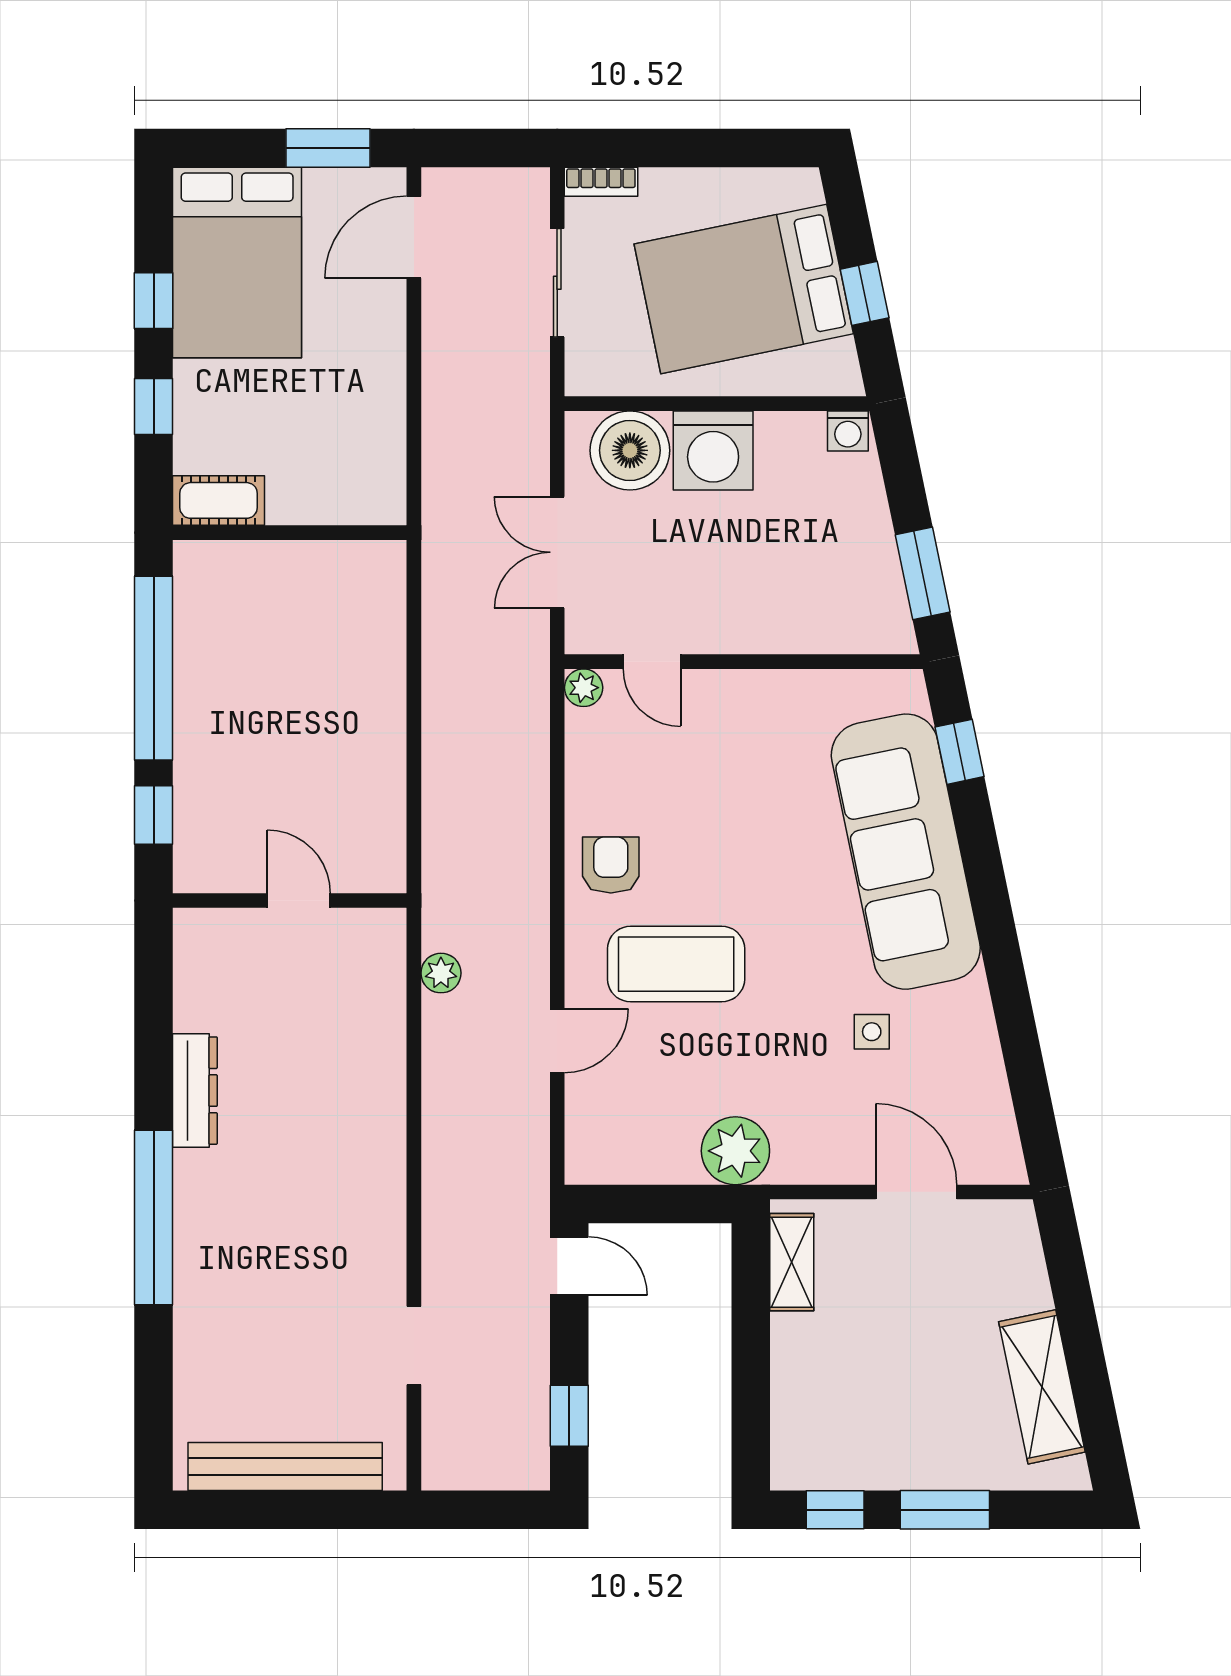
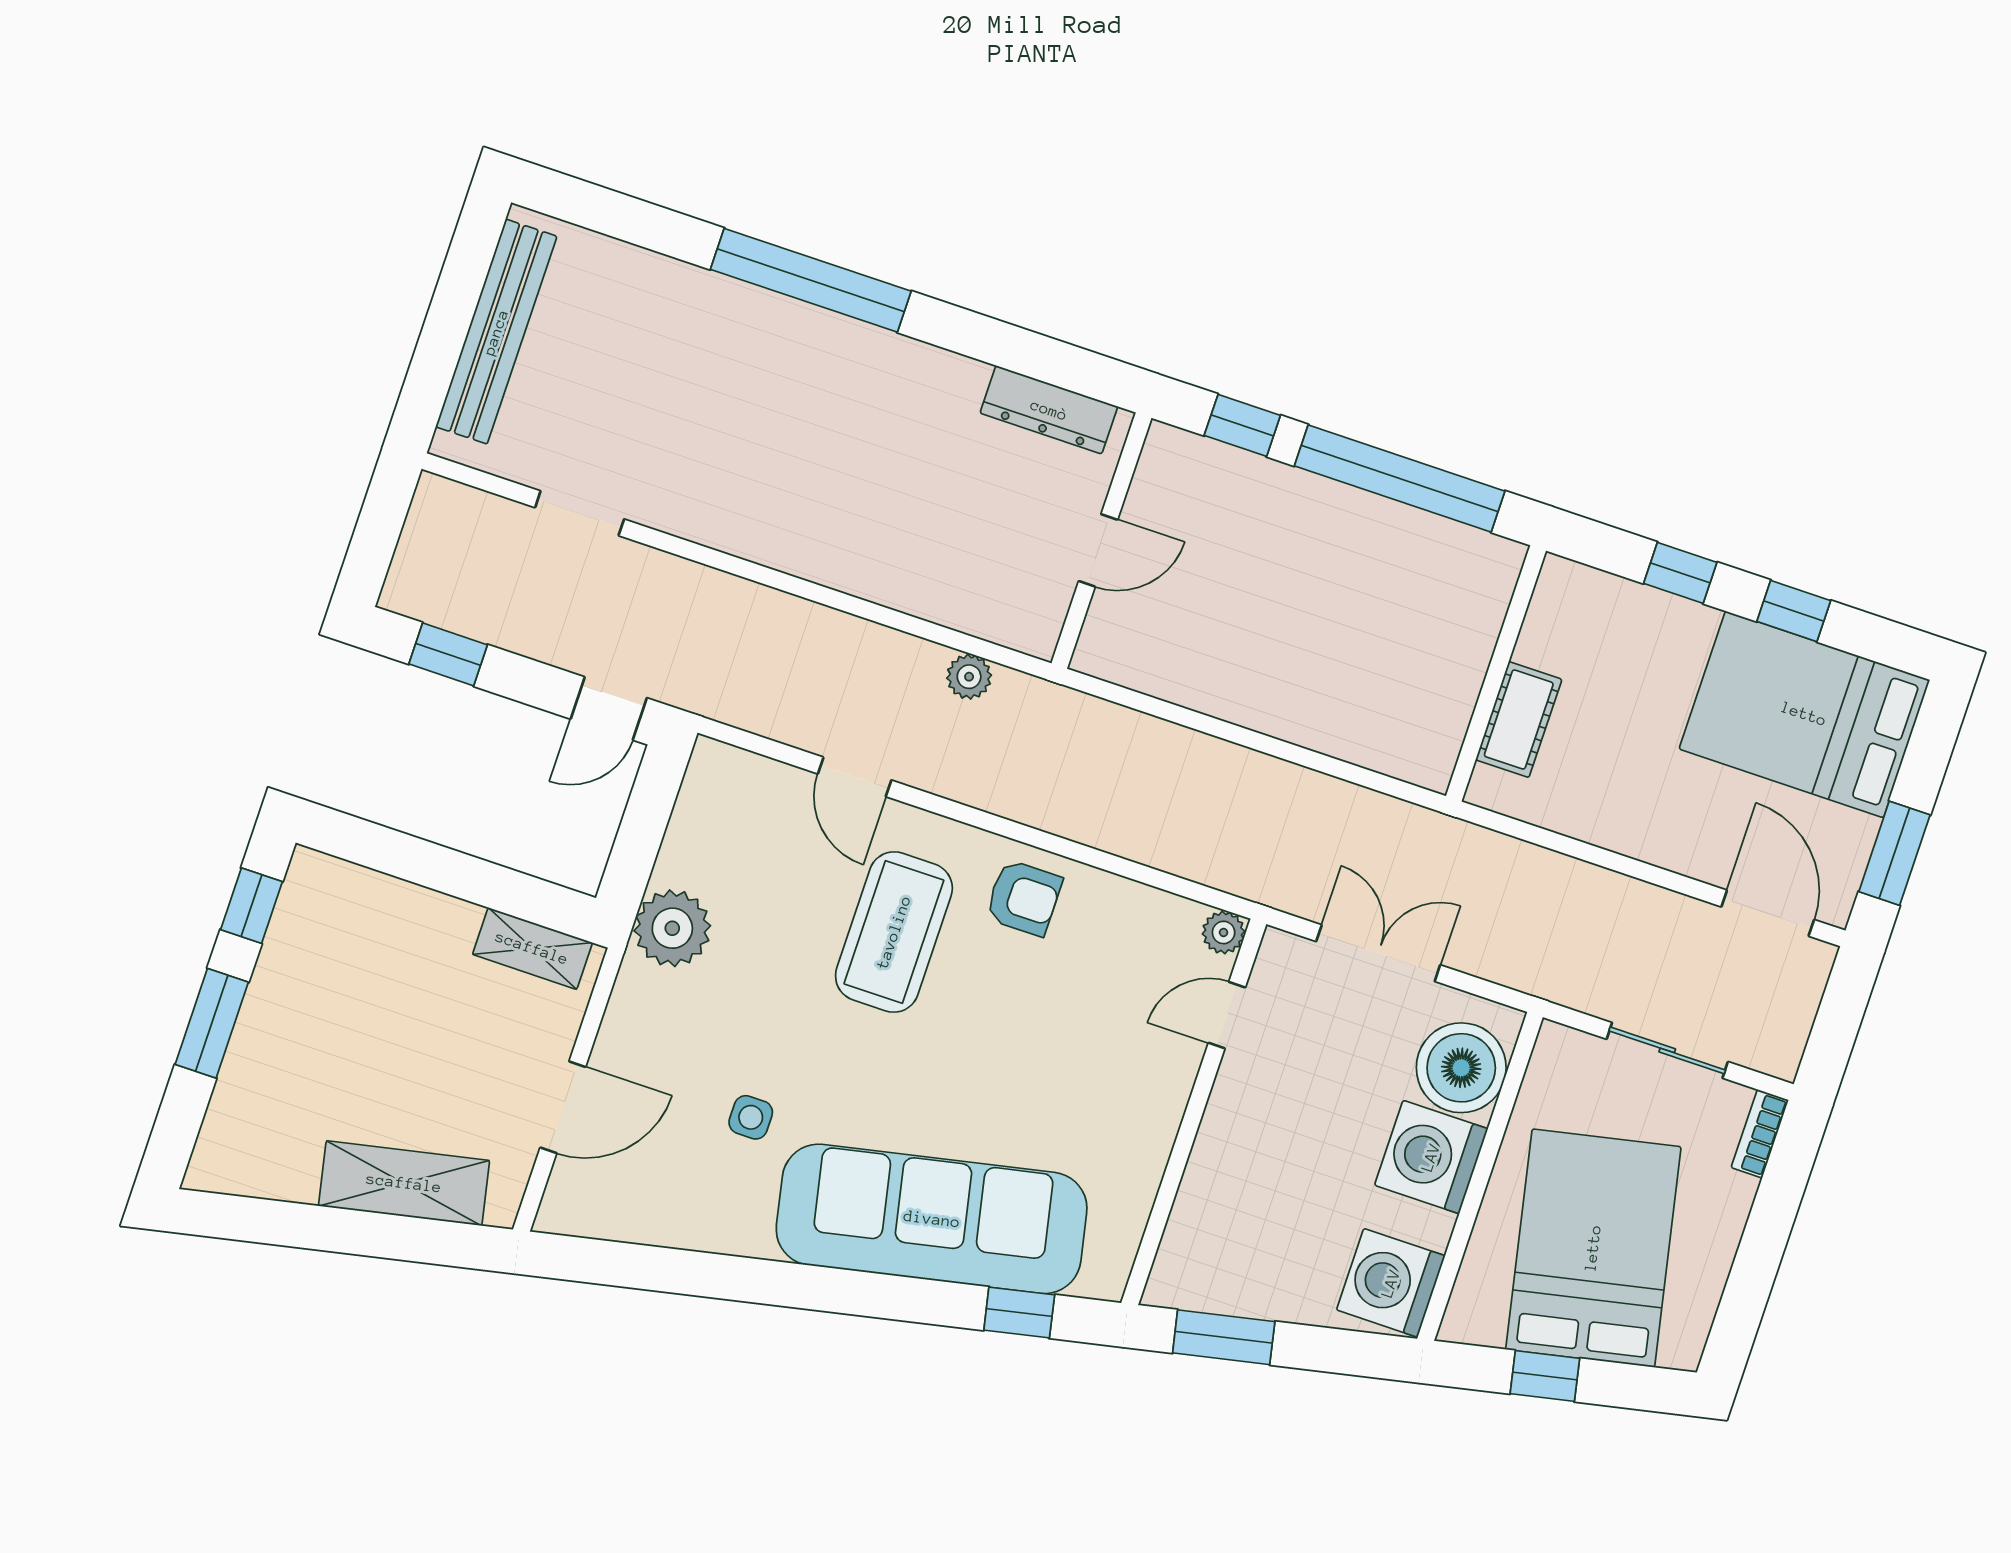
washing machine: (848, 431) -> (1391, 1283), width x1.89, depth x1.89
cot: (219, 500) -> (1519, 719), moved
dresser: (195, 1091) -> (1049, 410), moved
shelving: (1042, 1387) -> (404, 1183), moved

